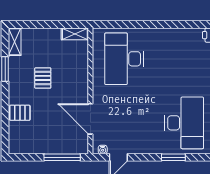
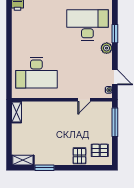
pallet: (43, 78) -> (100, 150), moved
door: (90, 119) -> (84, 100), width x0.53
plant: (155, 147) -> (107, 48), added

